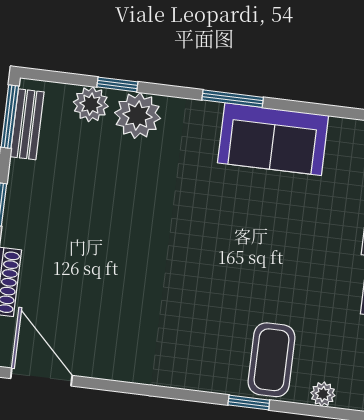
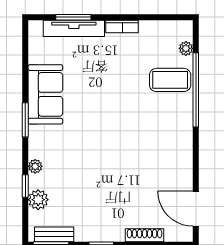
plant: (138, 115) -> (35, 166), width x0.53, depth x0.53
door: (41, 377) -> (196, 209), hinge flipped
window: (249, 402) -> (196, 90), width x3.17

